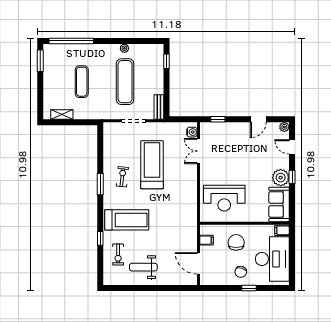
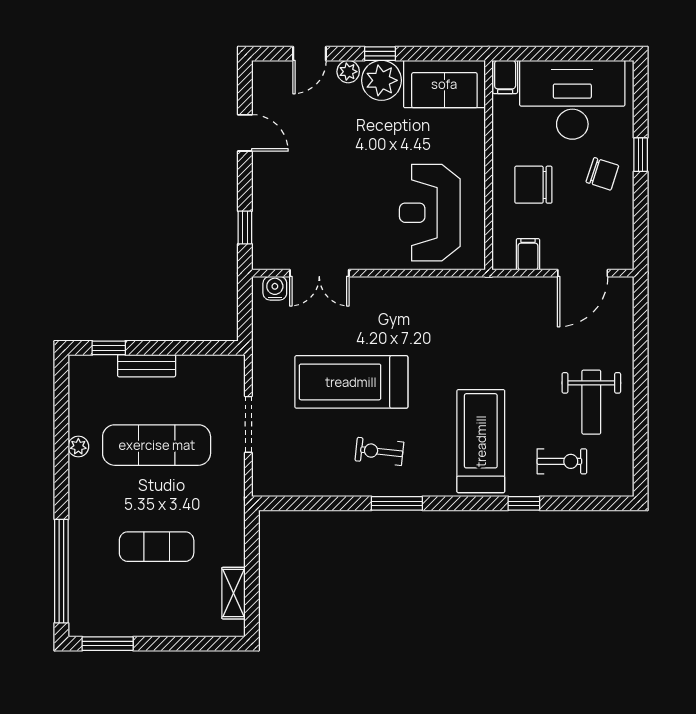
bench: (159, 107) -> (147, 366), moved
plant: (284, 127) -> (348, 72), moved
reception desk: (224, 198) -> (430, 213), turned 180

